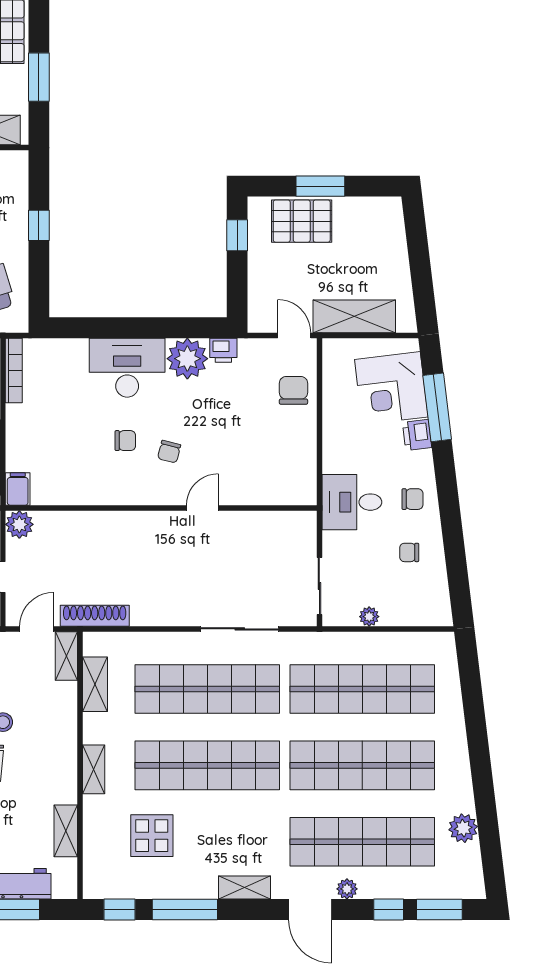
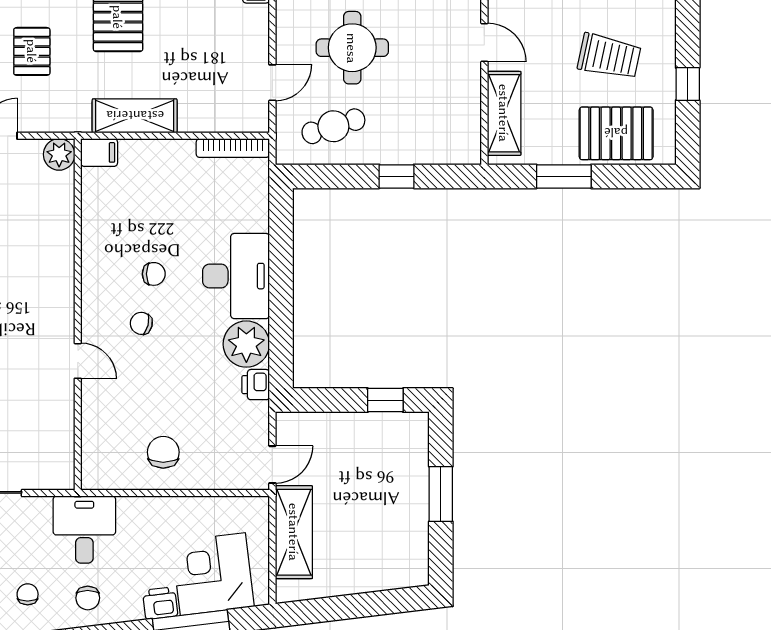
pallet: (302, 221) -> (401, 473), removed
chair: (293, 390) -> (163, 452), moved, turned -90
chair: (125, 441) -> (154, 274), turned -90

